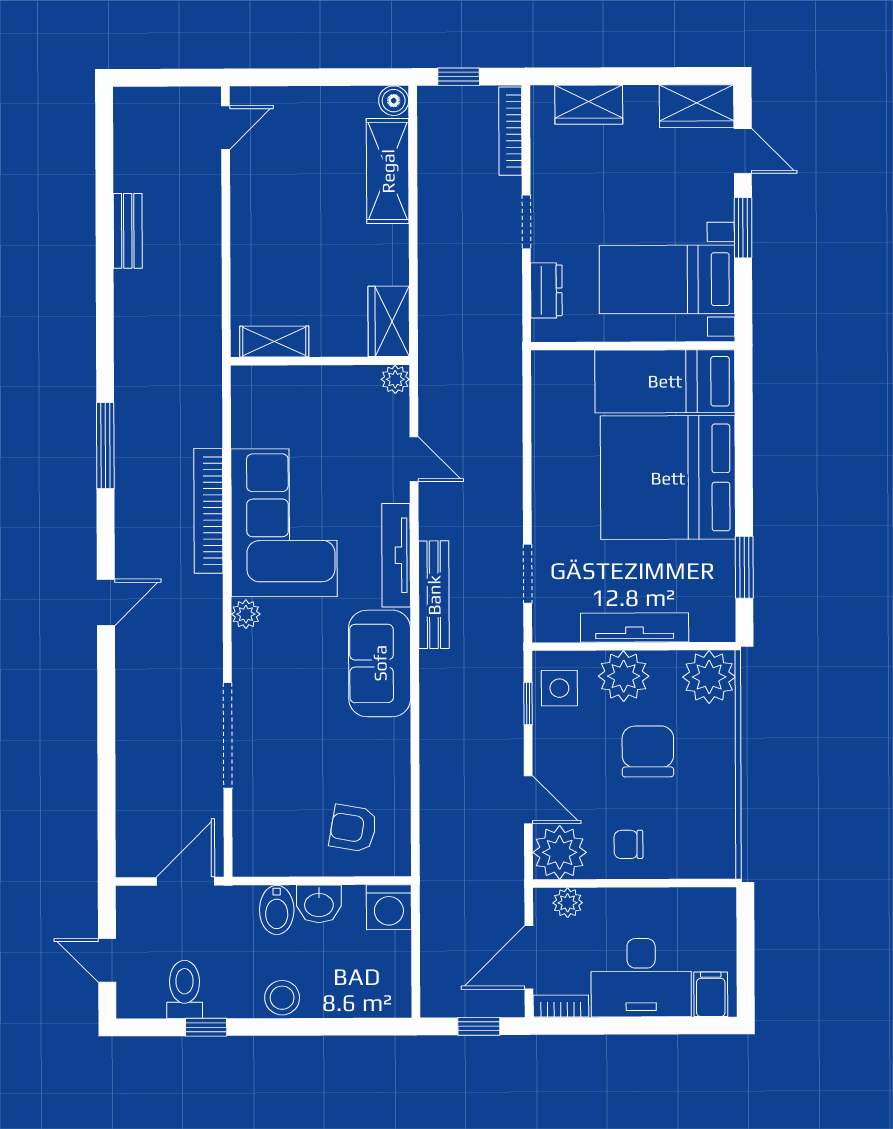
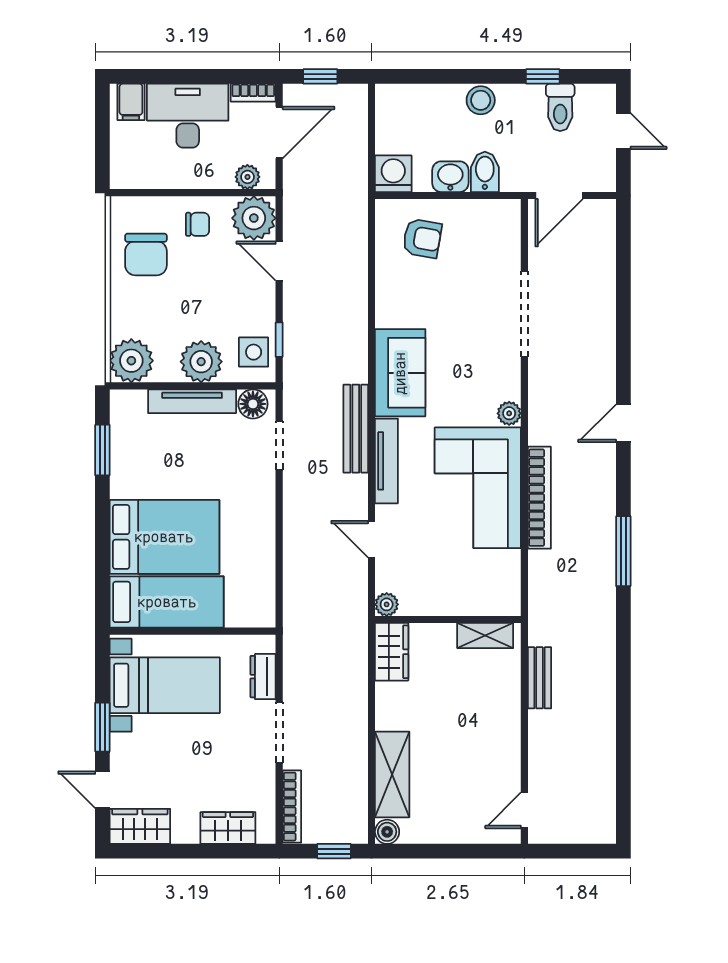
doorway: (526, 222) -> (279, 732), width x1.38
bench: (128, 231) -> (540, 678), moved
bed: (668, 478) -> (164, 537), width x0.73
floor lamp: (560, 624) -> (253, 404), added
chair: (648, 751) -> (146, 254), moved

